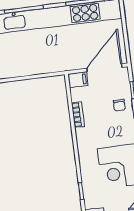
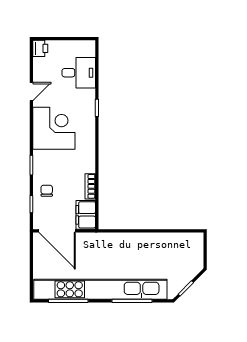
door: (104, 68) -> (57, 231), hinge flipped
filing cabinet: (78, 80) -> (86, 215), width x2.00

